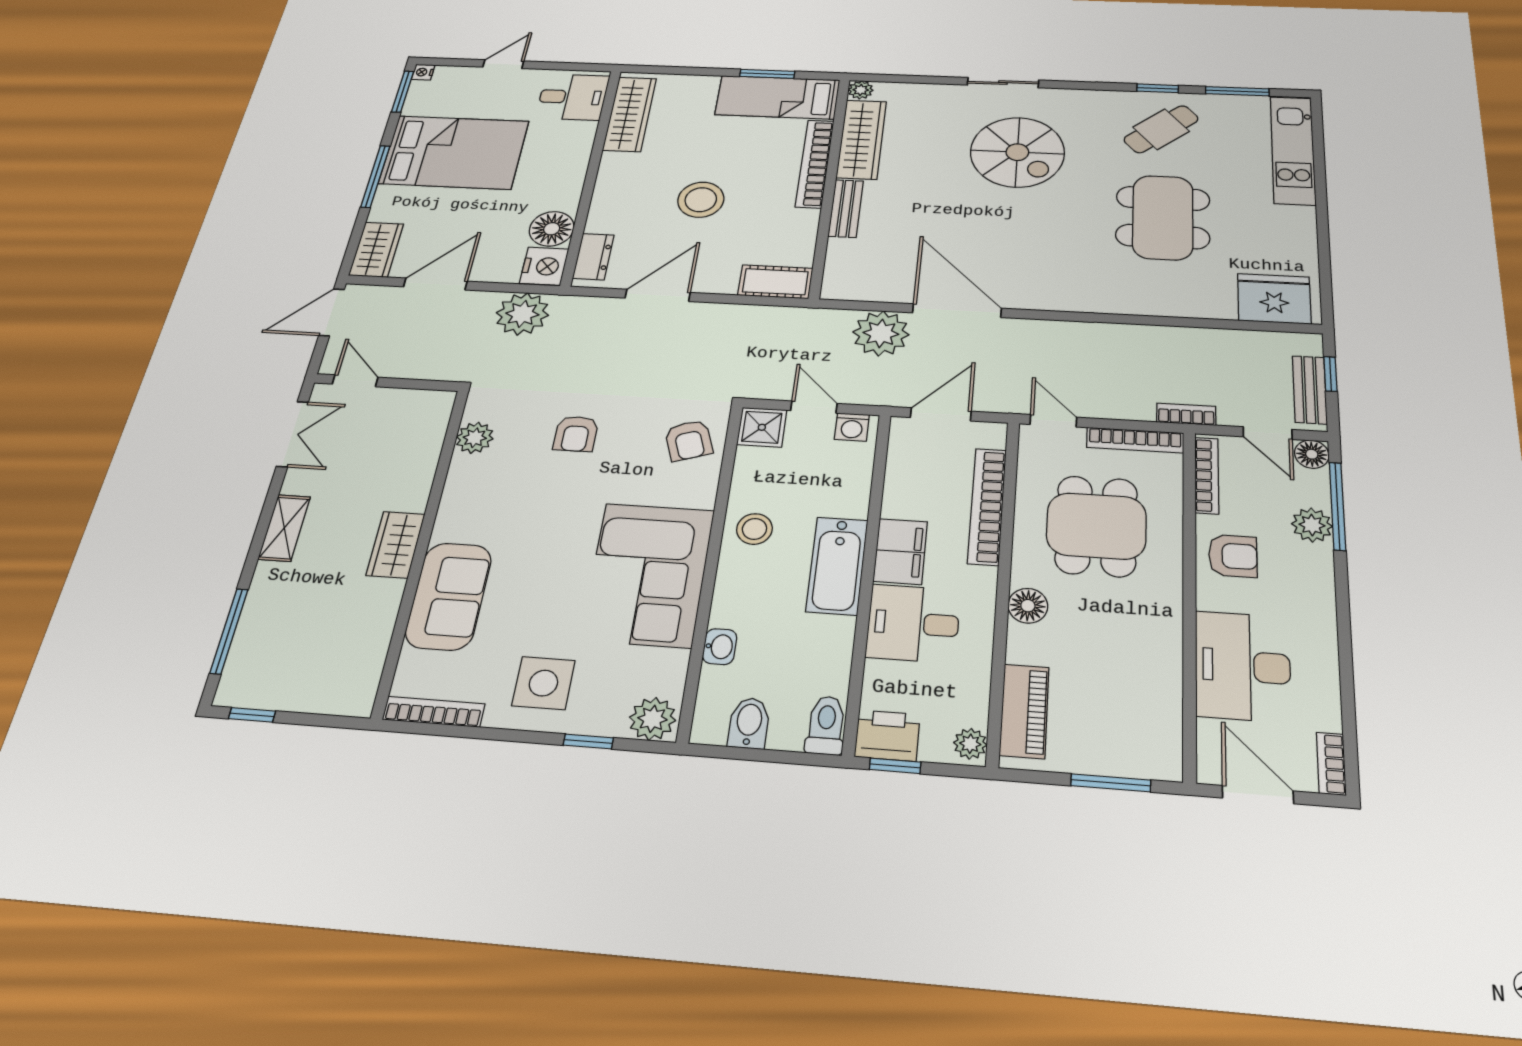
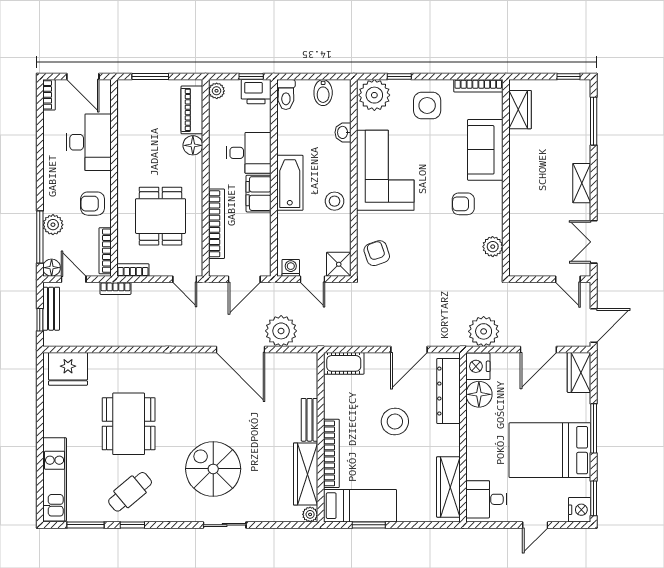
nightstand: (423, 72) -> (580, 510), width x1.89, depth x1.79
dresser: (593, 257) -> (448, 391), width x1.96, depth x1.24
armchair: (576, 434) -> (463, 204), moved, turned -90
bookcase: (1135, 440) -> (133, 270), width x0.64
wardrobe: (396, 545) -> (520, 110), moved
floor lamp: (1028, 606) -> (193, 145), moved
plant: (652, 719) -> (374, 95), width x1.36, depth x1.36

